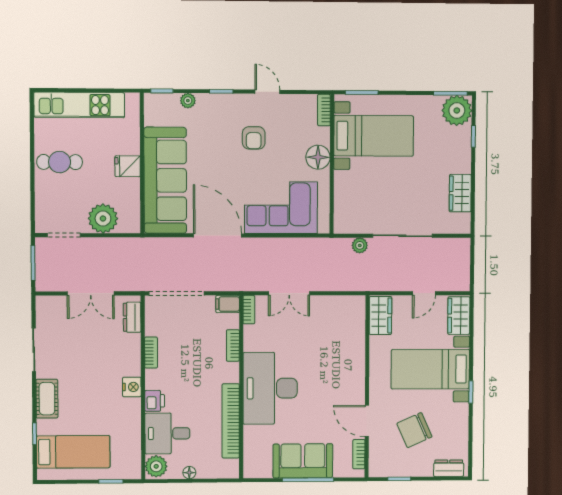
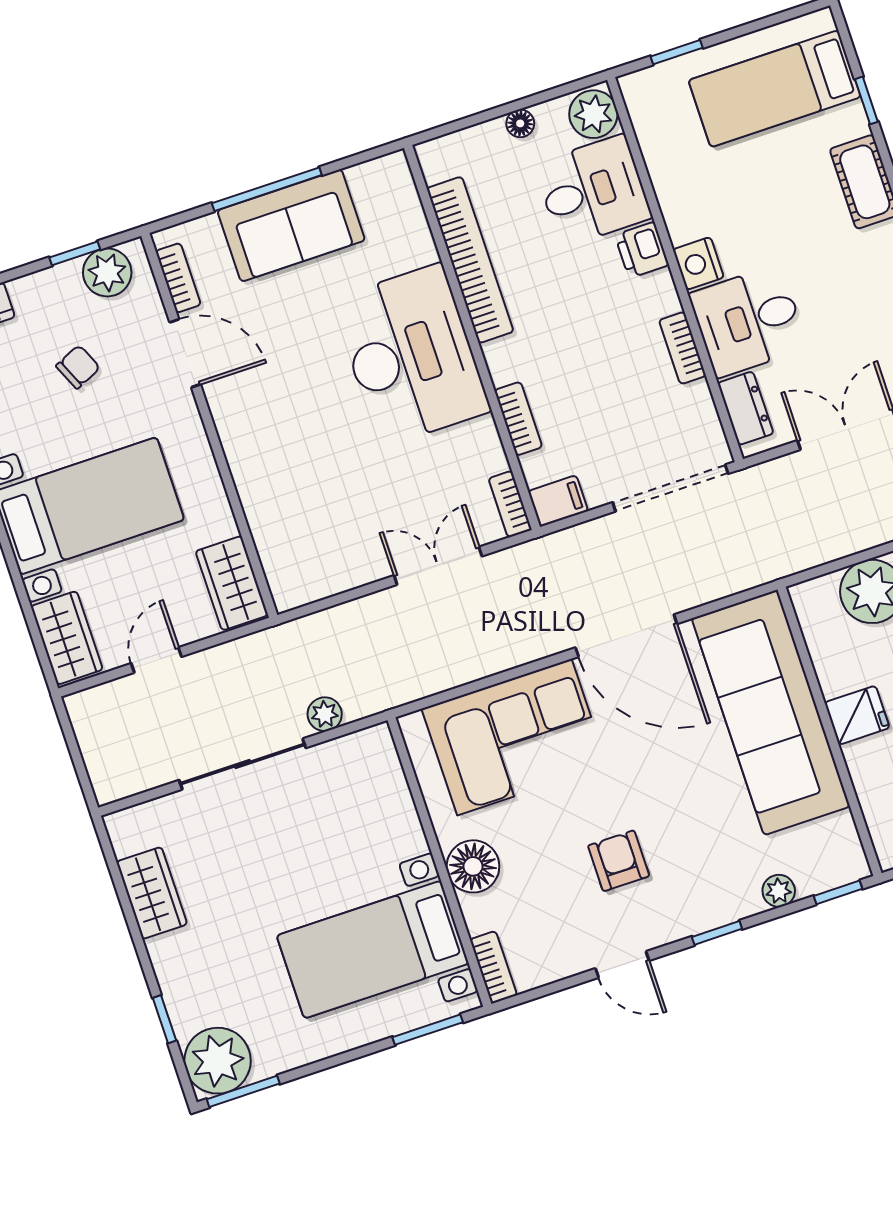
desk: (118, 355) -> (748, 321), added
chair: (414, 430) -> (78, 367), width x0.54, depth x0.54
plant: (388, 466) -> (107, 272), added

